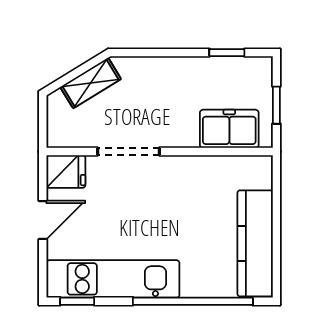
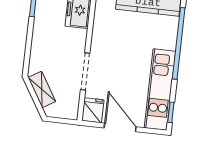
door: (43, 220) -> (120, 127), width x1.38

